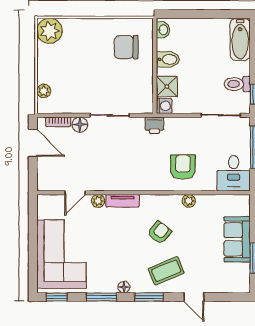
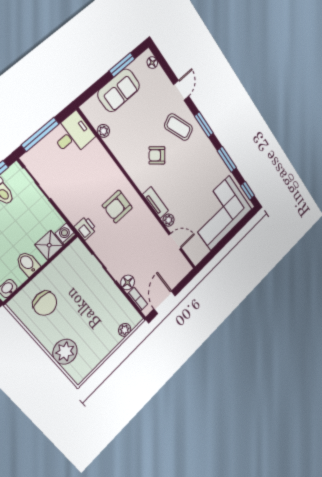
plant: (50, 31) -> (65, 352), moved
armchair: (183, 167) -> (117, 207), moved
plant: (189, 201) -> (103, 131), moved
floor lamp: (124, 287) -> (152, 63), moved

